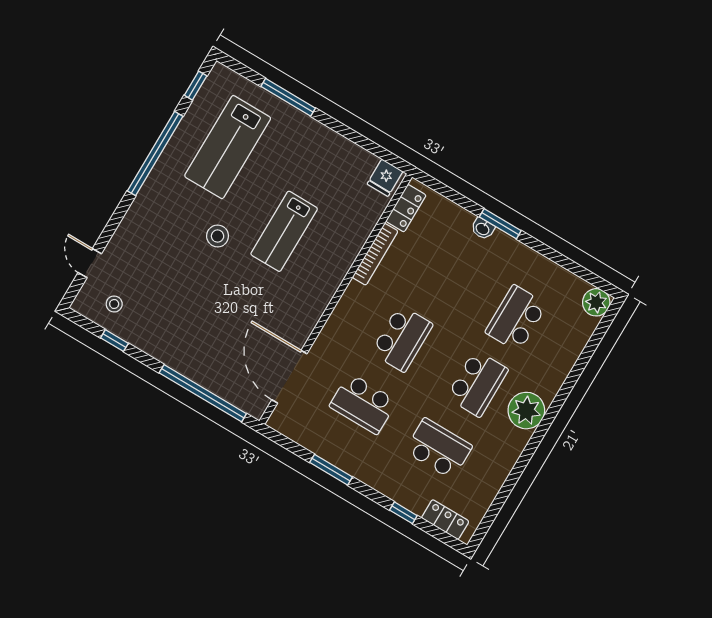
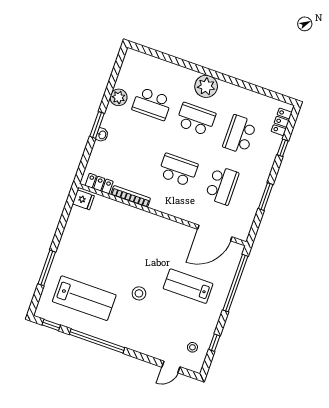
lab bench: (284, 231) -> (188, 286), moved, turned 180
plant: (596, 302) -> (119, 97), moved

